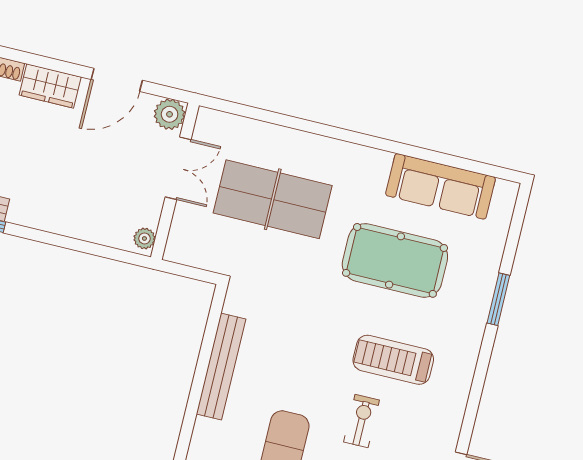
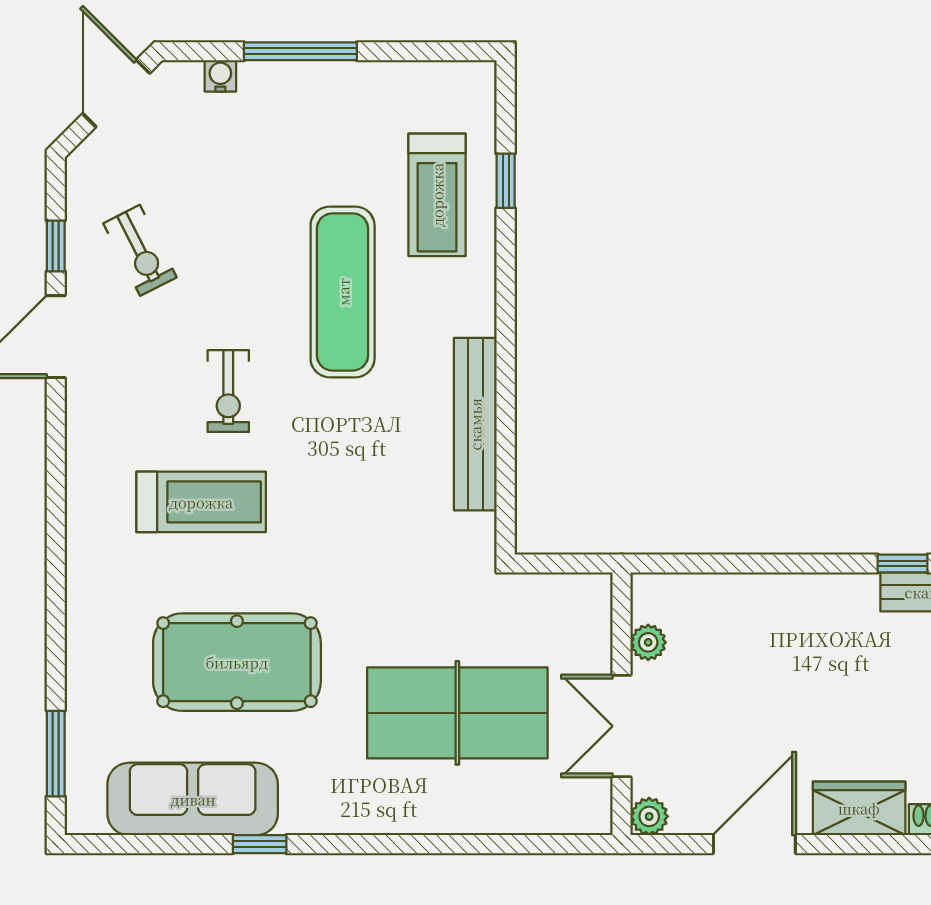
plant: (170, 114) -> (649, 816), width x0.73, depth x0.73
window: (408, 150) -> (260, 844), added
plant: (144, 238) -> (648, 642), moved
window: (498, 299) -> (56, 754), moved

